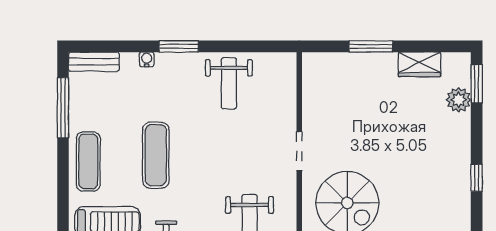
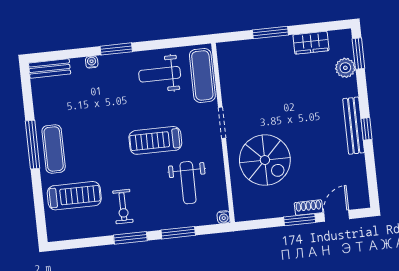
weight bench: (229, 83) -> (160, 74), turned 90
window: (63, 108) -> (33, 145), moved
exercise mat: (156, 155) -> (202, 75), moved
treadmill: (215, 164) -> (155, 140), added
bench: (461, 172) -> (354, 126), added

